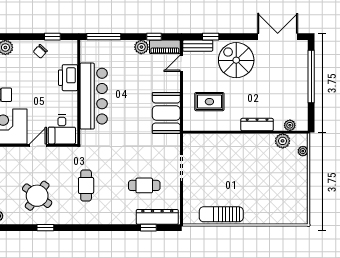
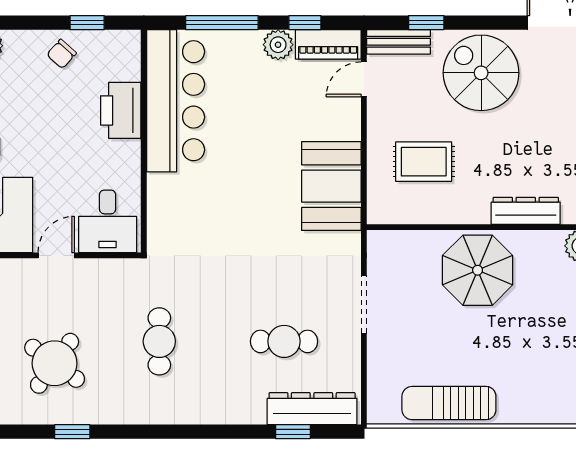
window: (104, 37) -> (222, 23), moved
bar counter: (94, 96) -> (176, 101), moved
parasol: (235, 152) -> (478, 270), added

